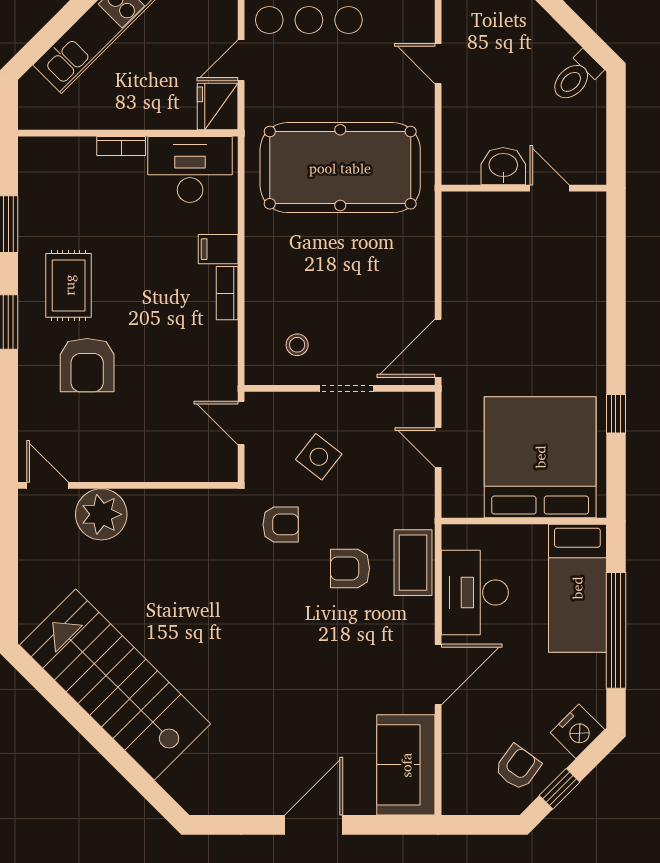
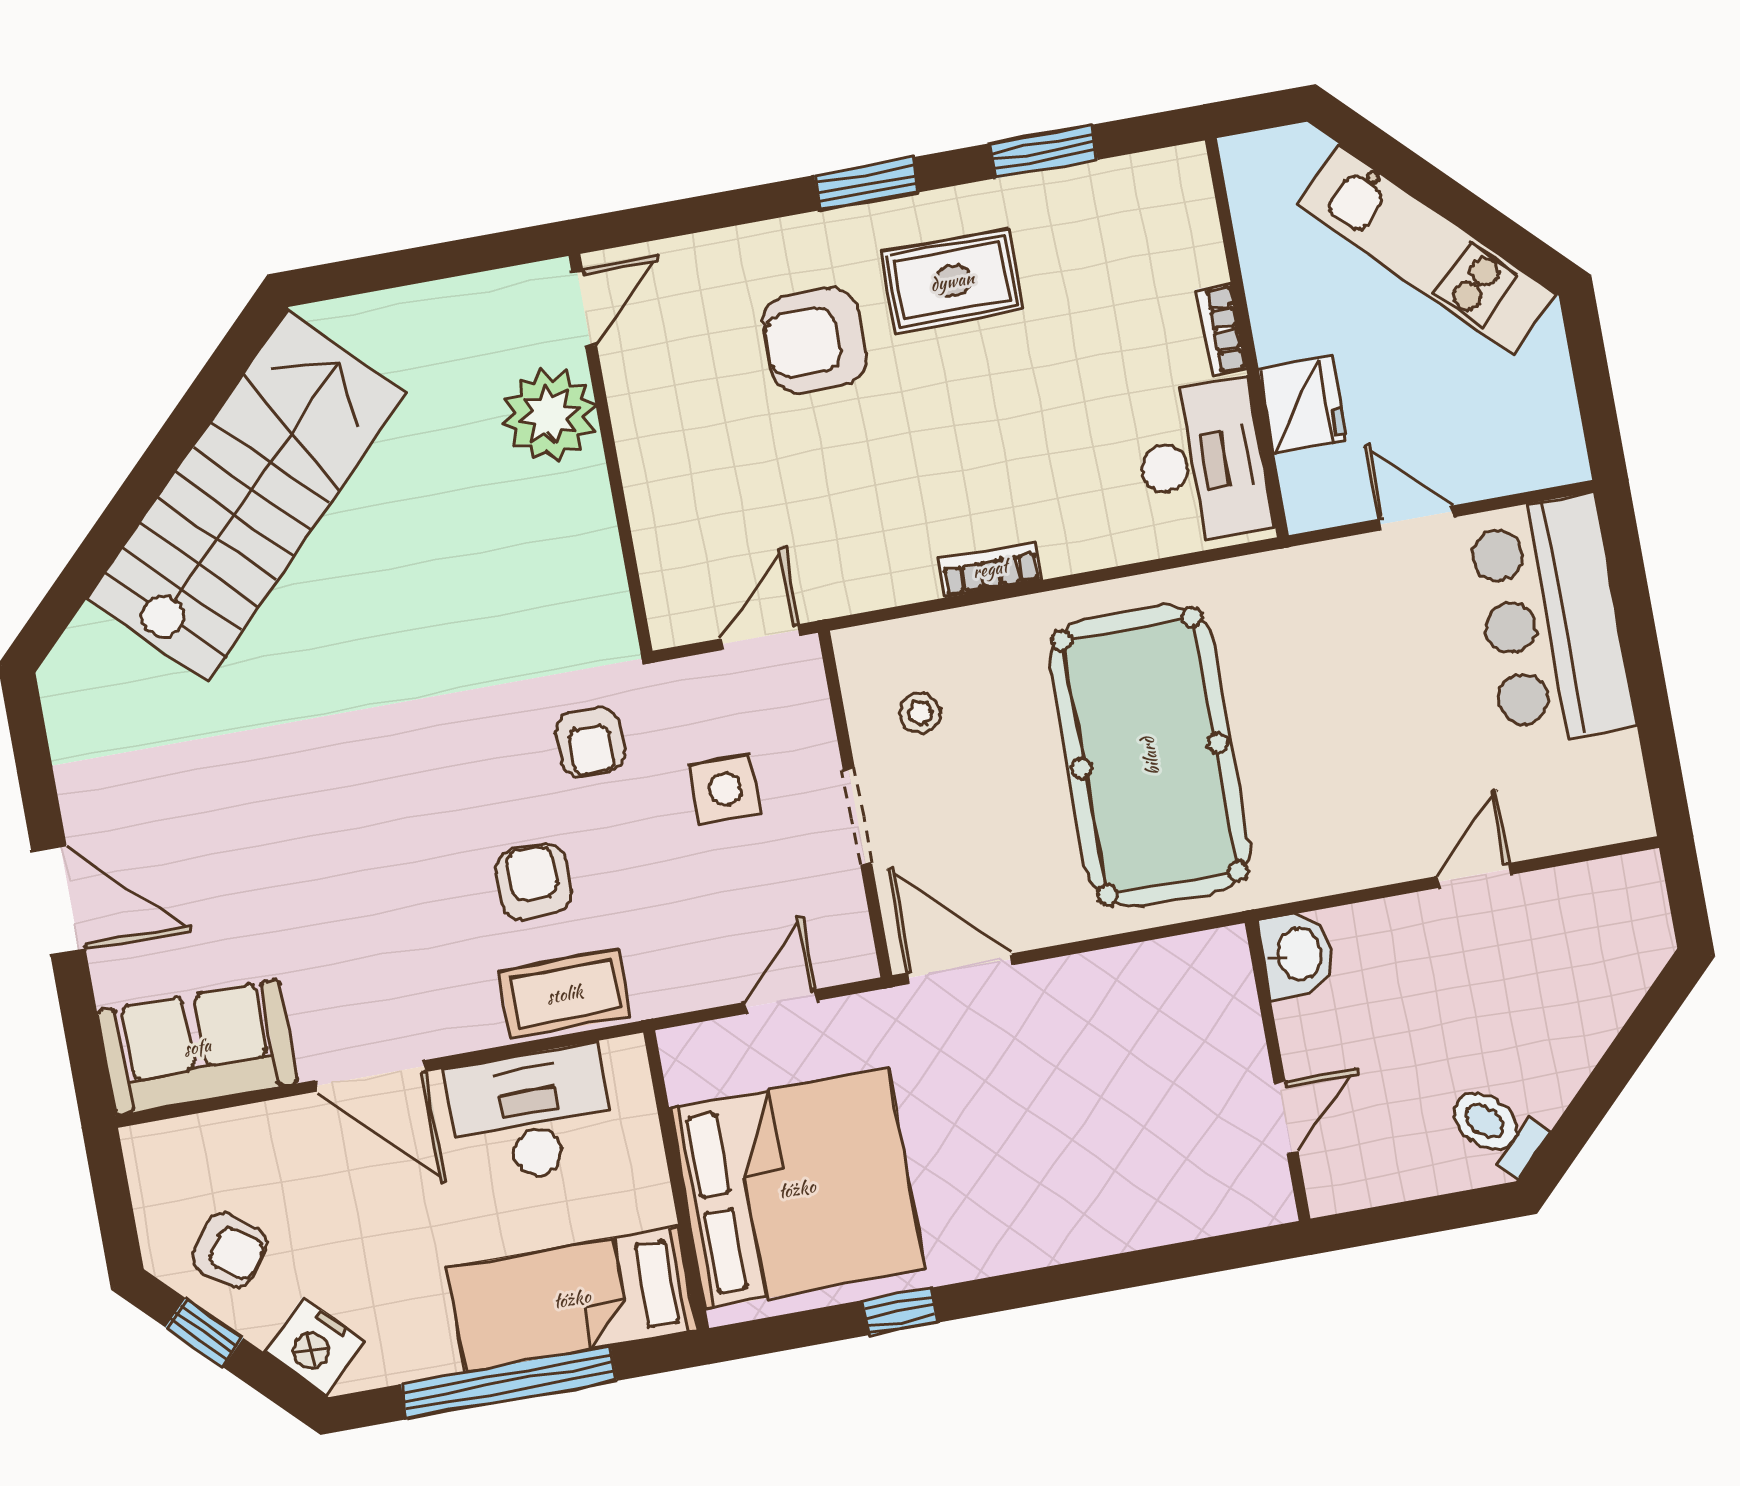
fridge: (218, 106) -> (1303, 406), moved, turned 90
washbasin: (503, 166) -> (1297, 955), moved
pool table: (340, 168) -> (1150, 756), moved
filing cabinet: (218, 249) -> (1067, 539), removed
side table: (319, 457) -> (725, 789), turned -38

